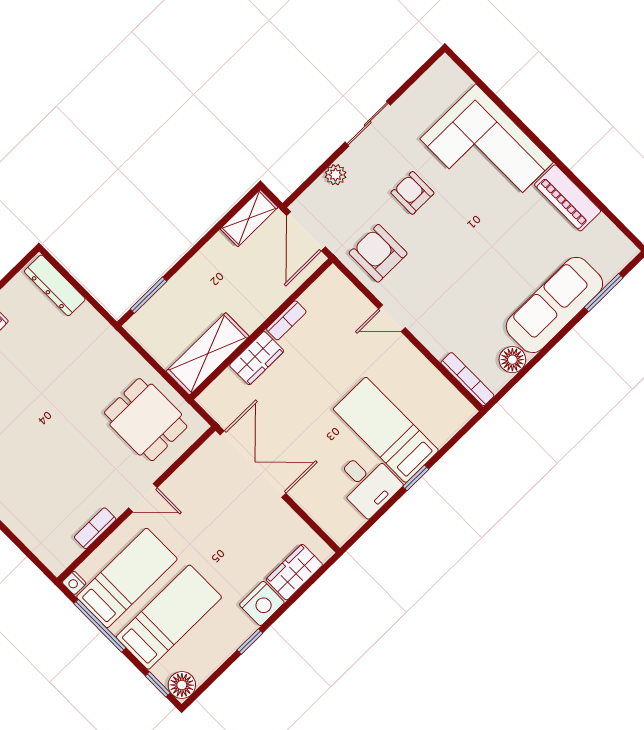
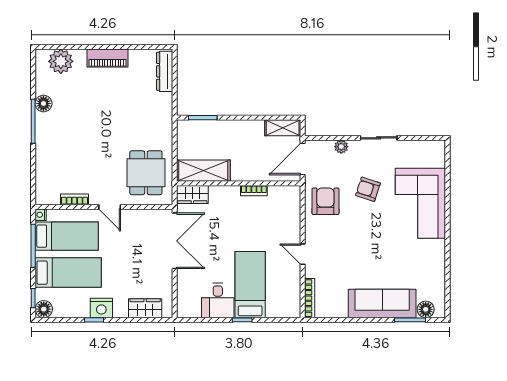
armchair: (412, 193) -> (368, 189), turned -72
piano: (568, 198) -> (436, 261), removed
door: (392, 318) -> (303, 254), moved
wardrobe: (257, 358) -> (192, 194), moved
floor lamp: (512, 360) -> (426, 309), moved
nightstand: (262, 603) -> (101, 308), moved

